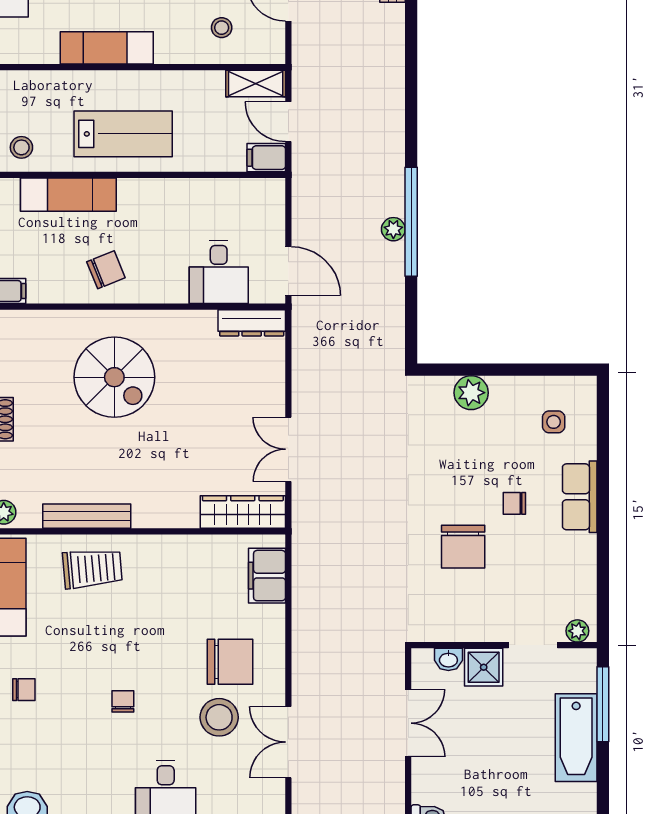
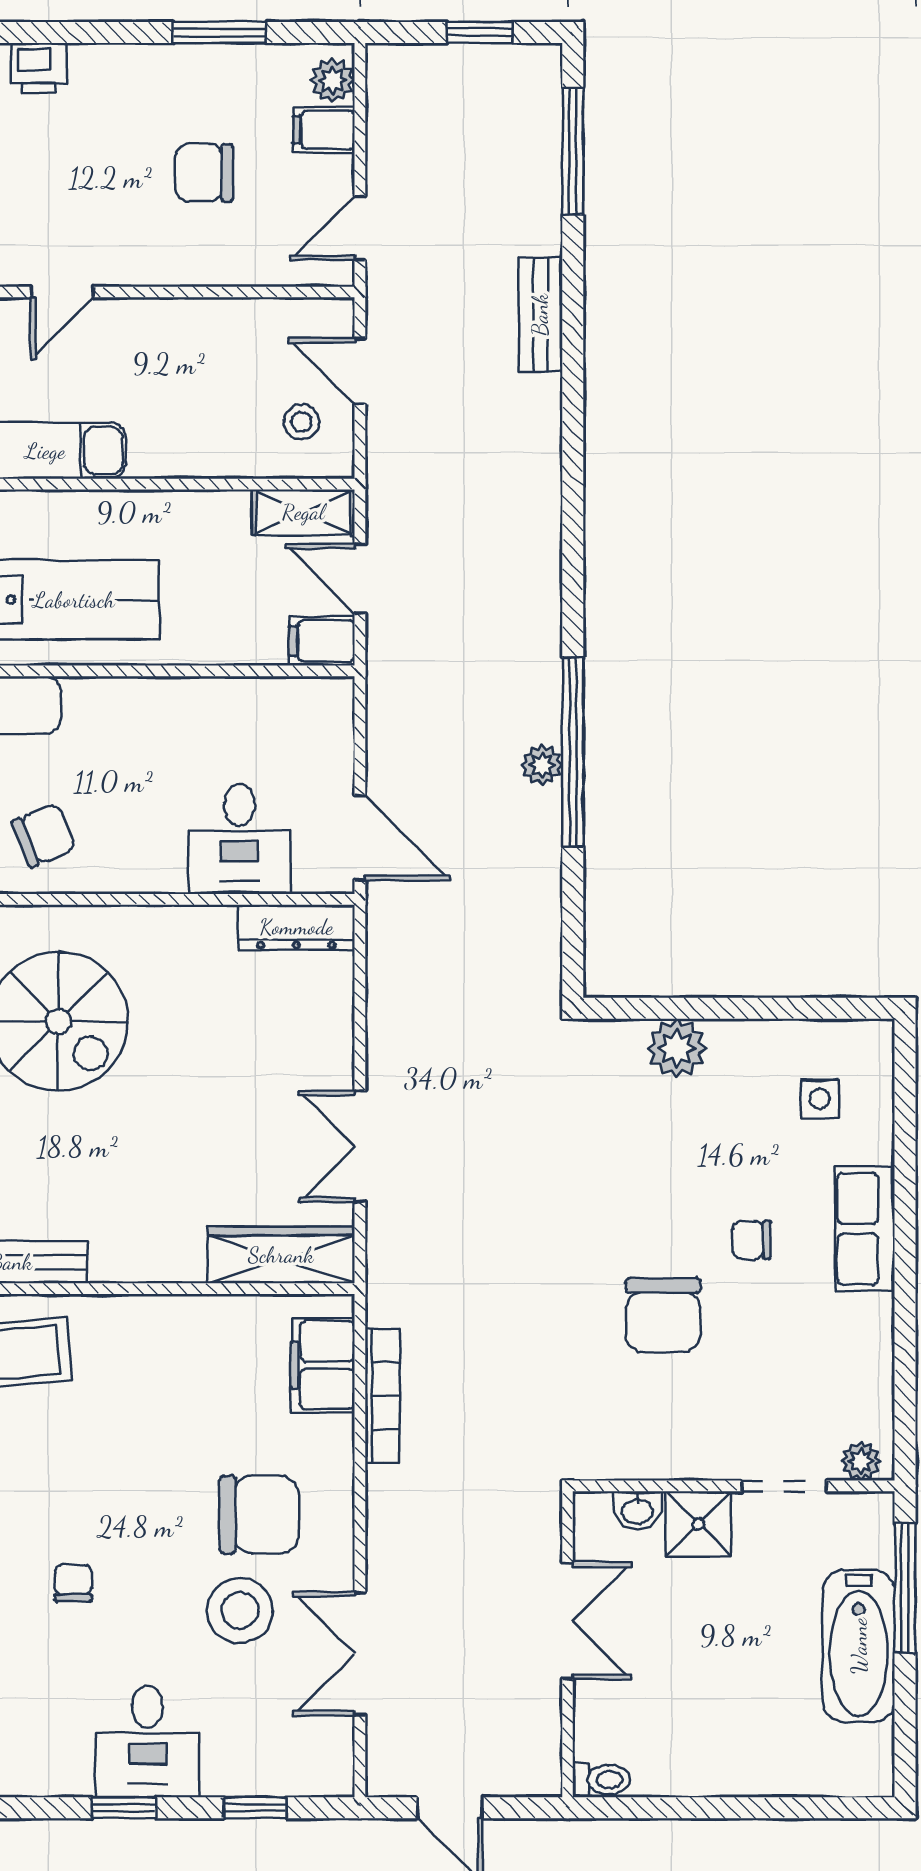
stool: (222, 28) -> (302, 422), moved
bookcase: (301, 593) -> (382, 1396), added

